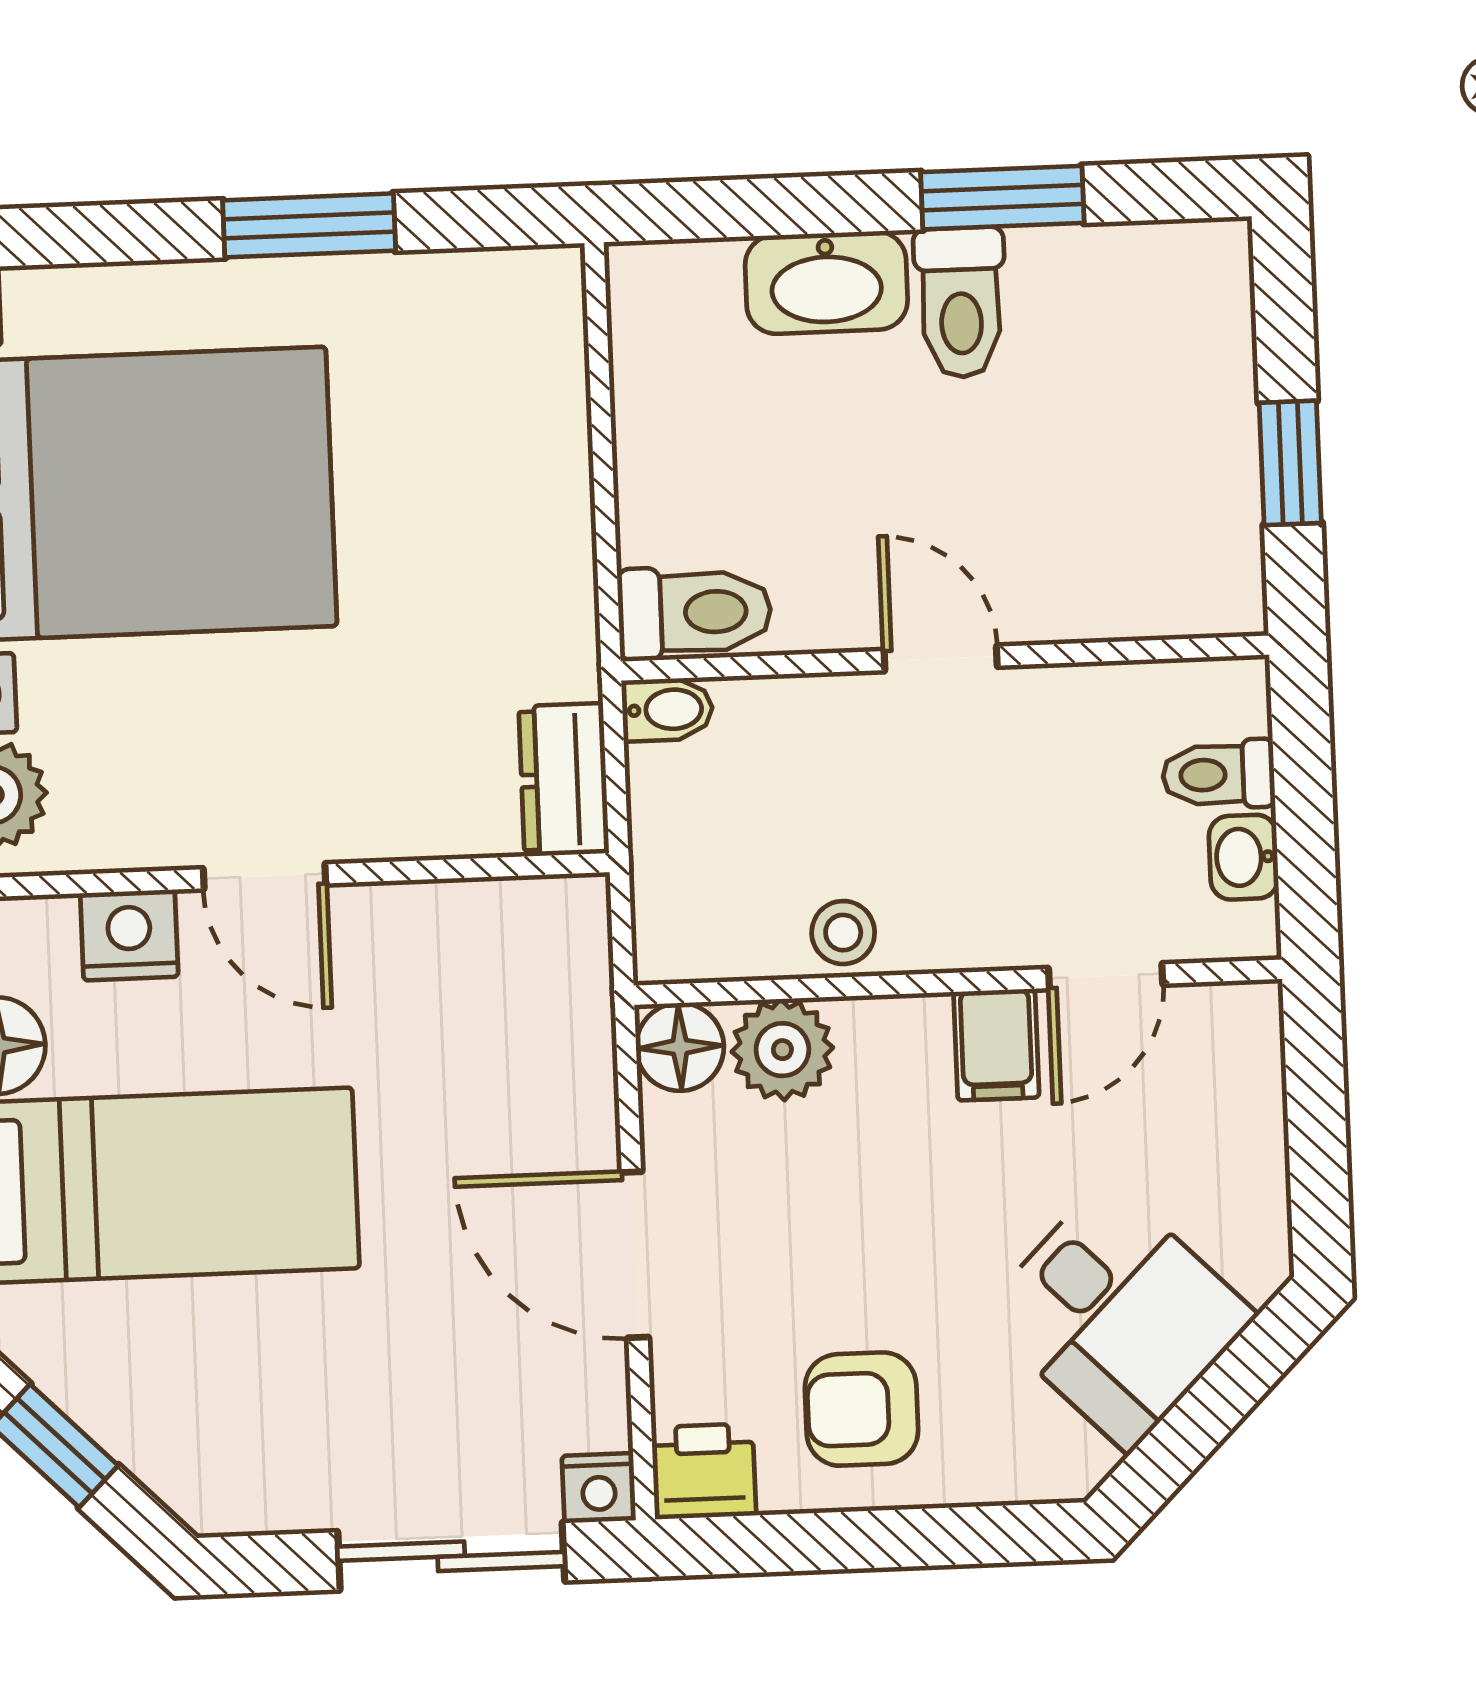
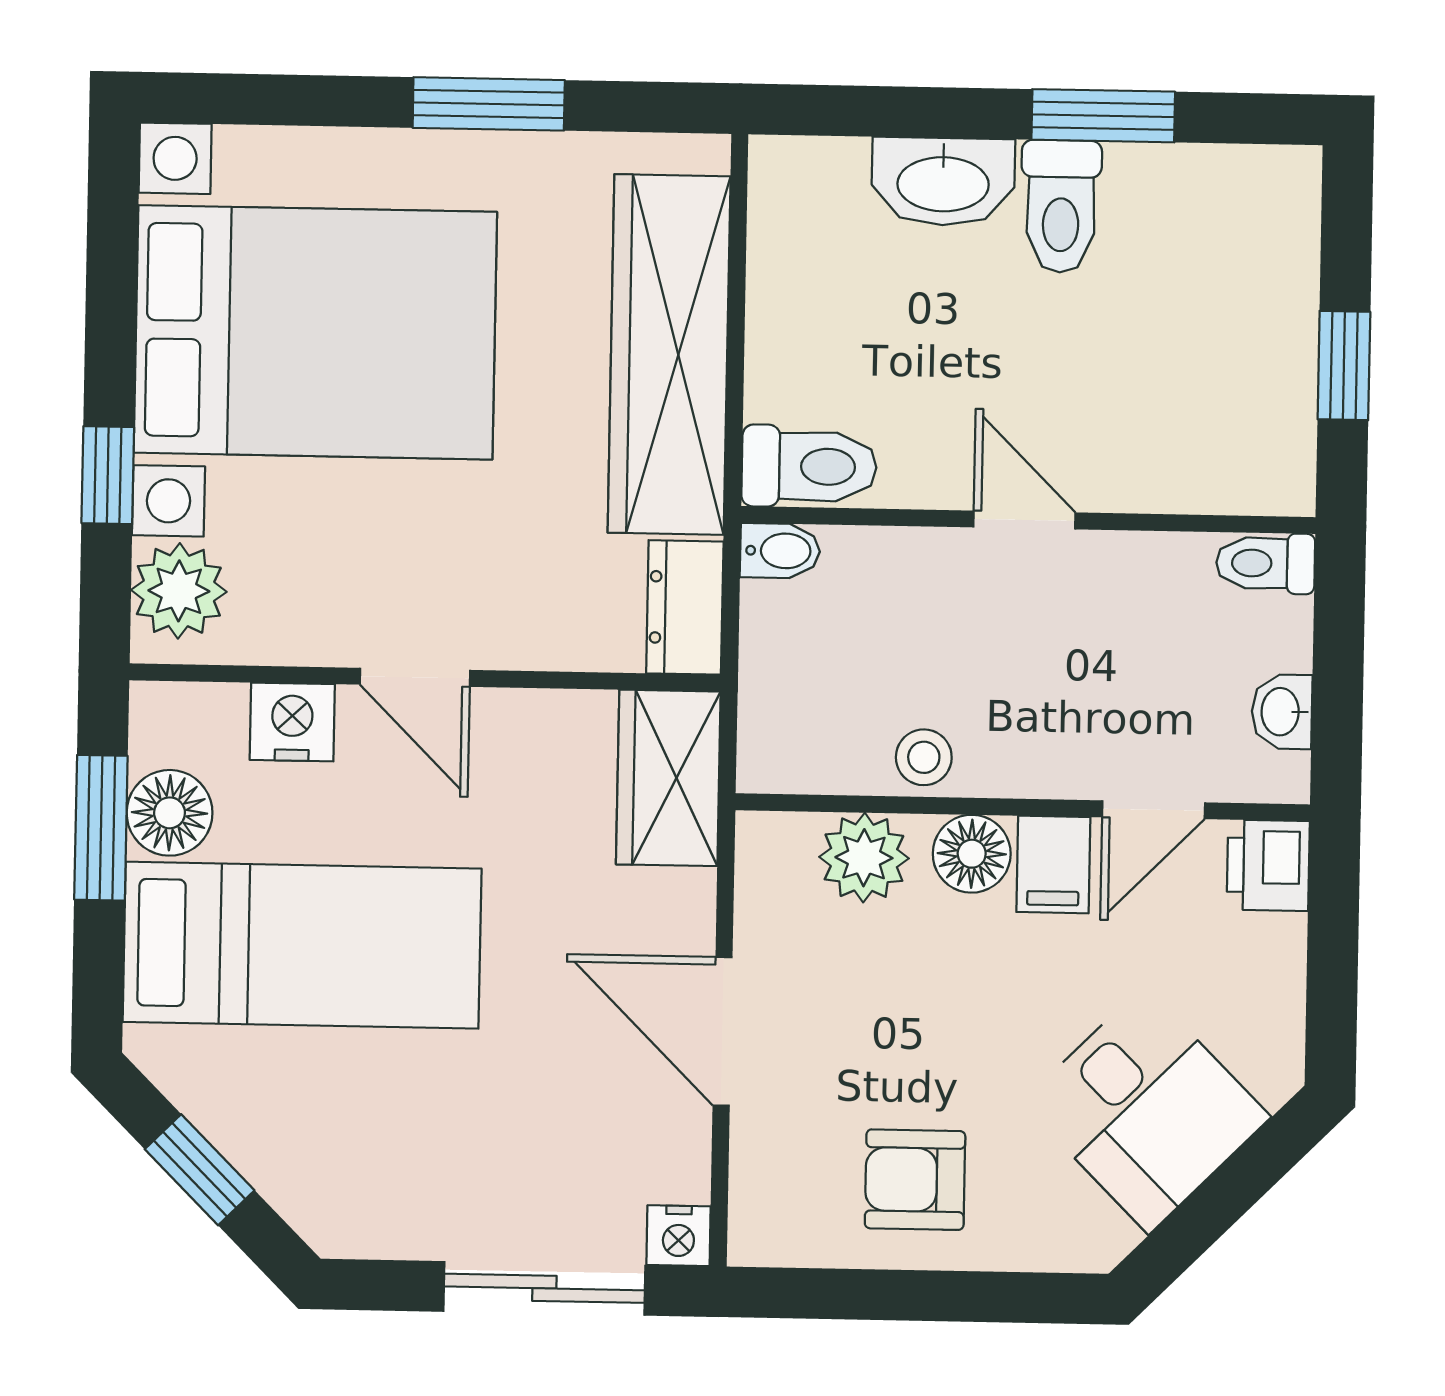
wardrobe: (529, 496) -> (669, 354), added
toilet: (1219, 775) -> (1266, 563), moved
wardrobe: (557, 973) -> (668, 778), added
floor lamp: (680, 1047) -> (972, 854), moved
printer: (704, 1471) -> (1268, 865), moved, turned -90

